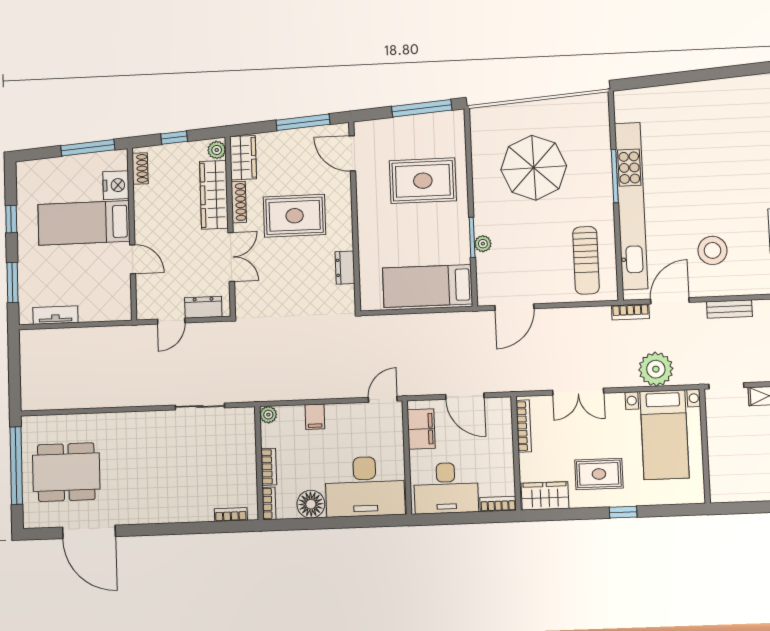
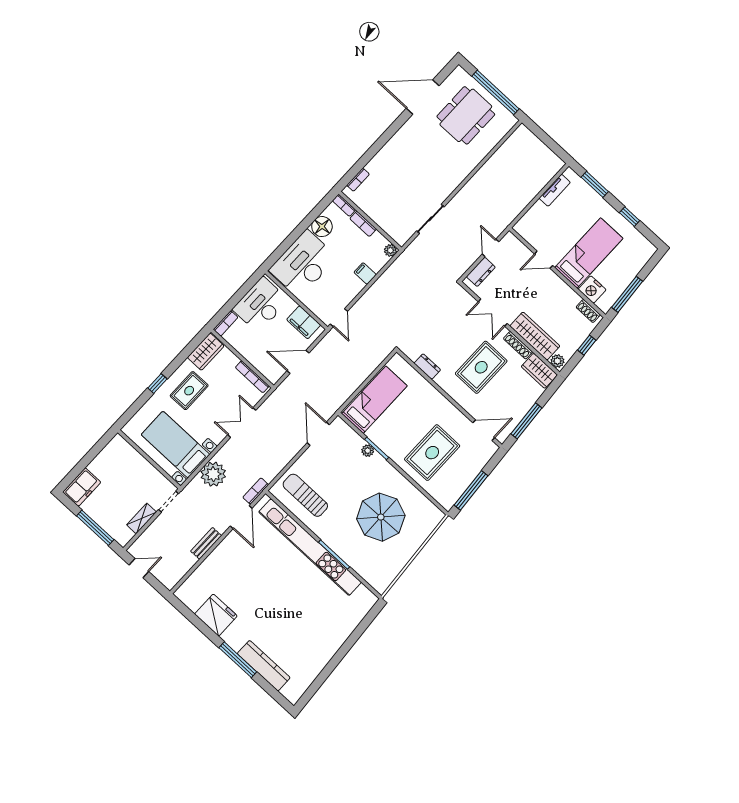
stool: (712, 250) -> (245, 566), removed

